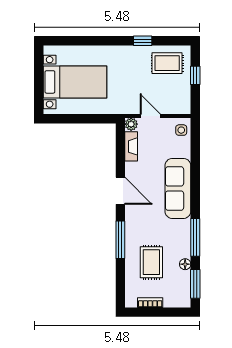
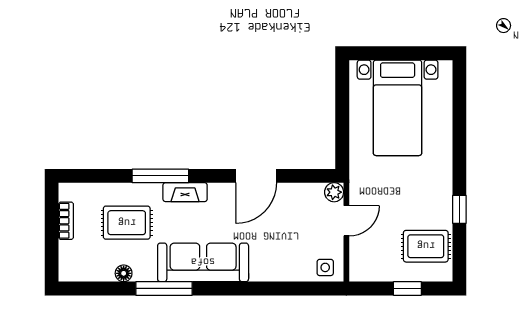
rug: (167, 63) -> (426, 246), turned 90
fireplace: (131, 146) -> (185, 192), moved
sofa: (178, 188) -> (203, 262), moved
door: (120, 191) -> (256, 176), moved
window: (195, 284) -> (94, 288), removed

